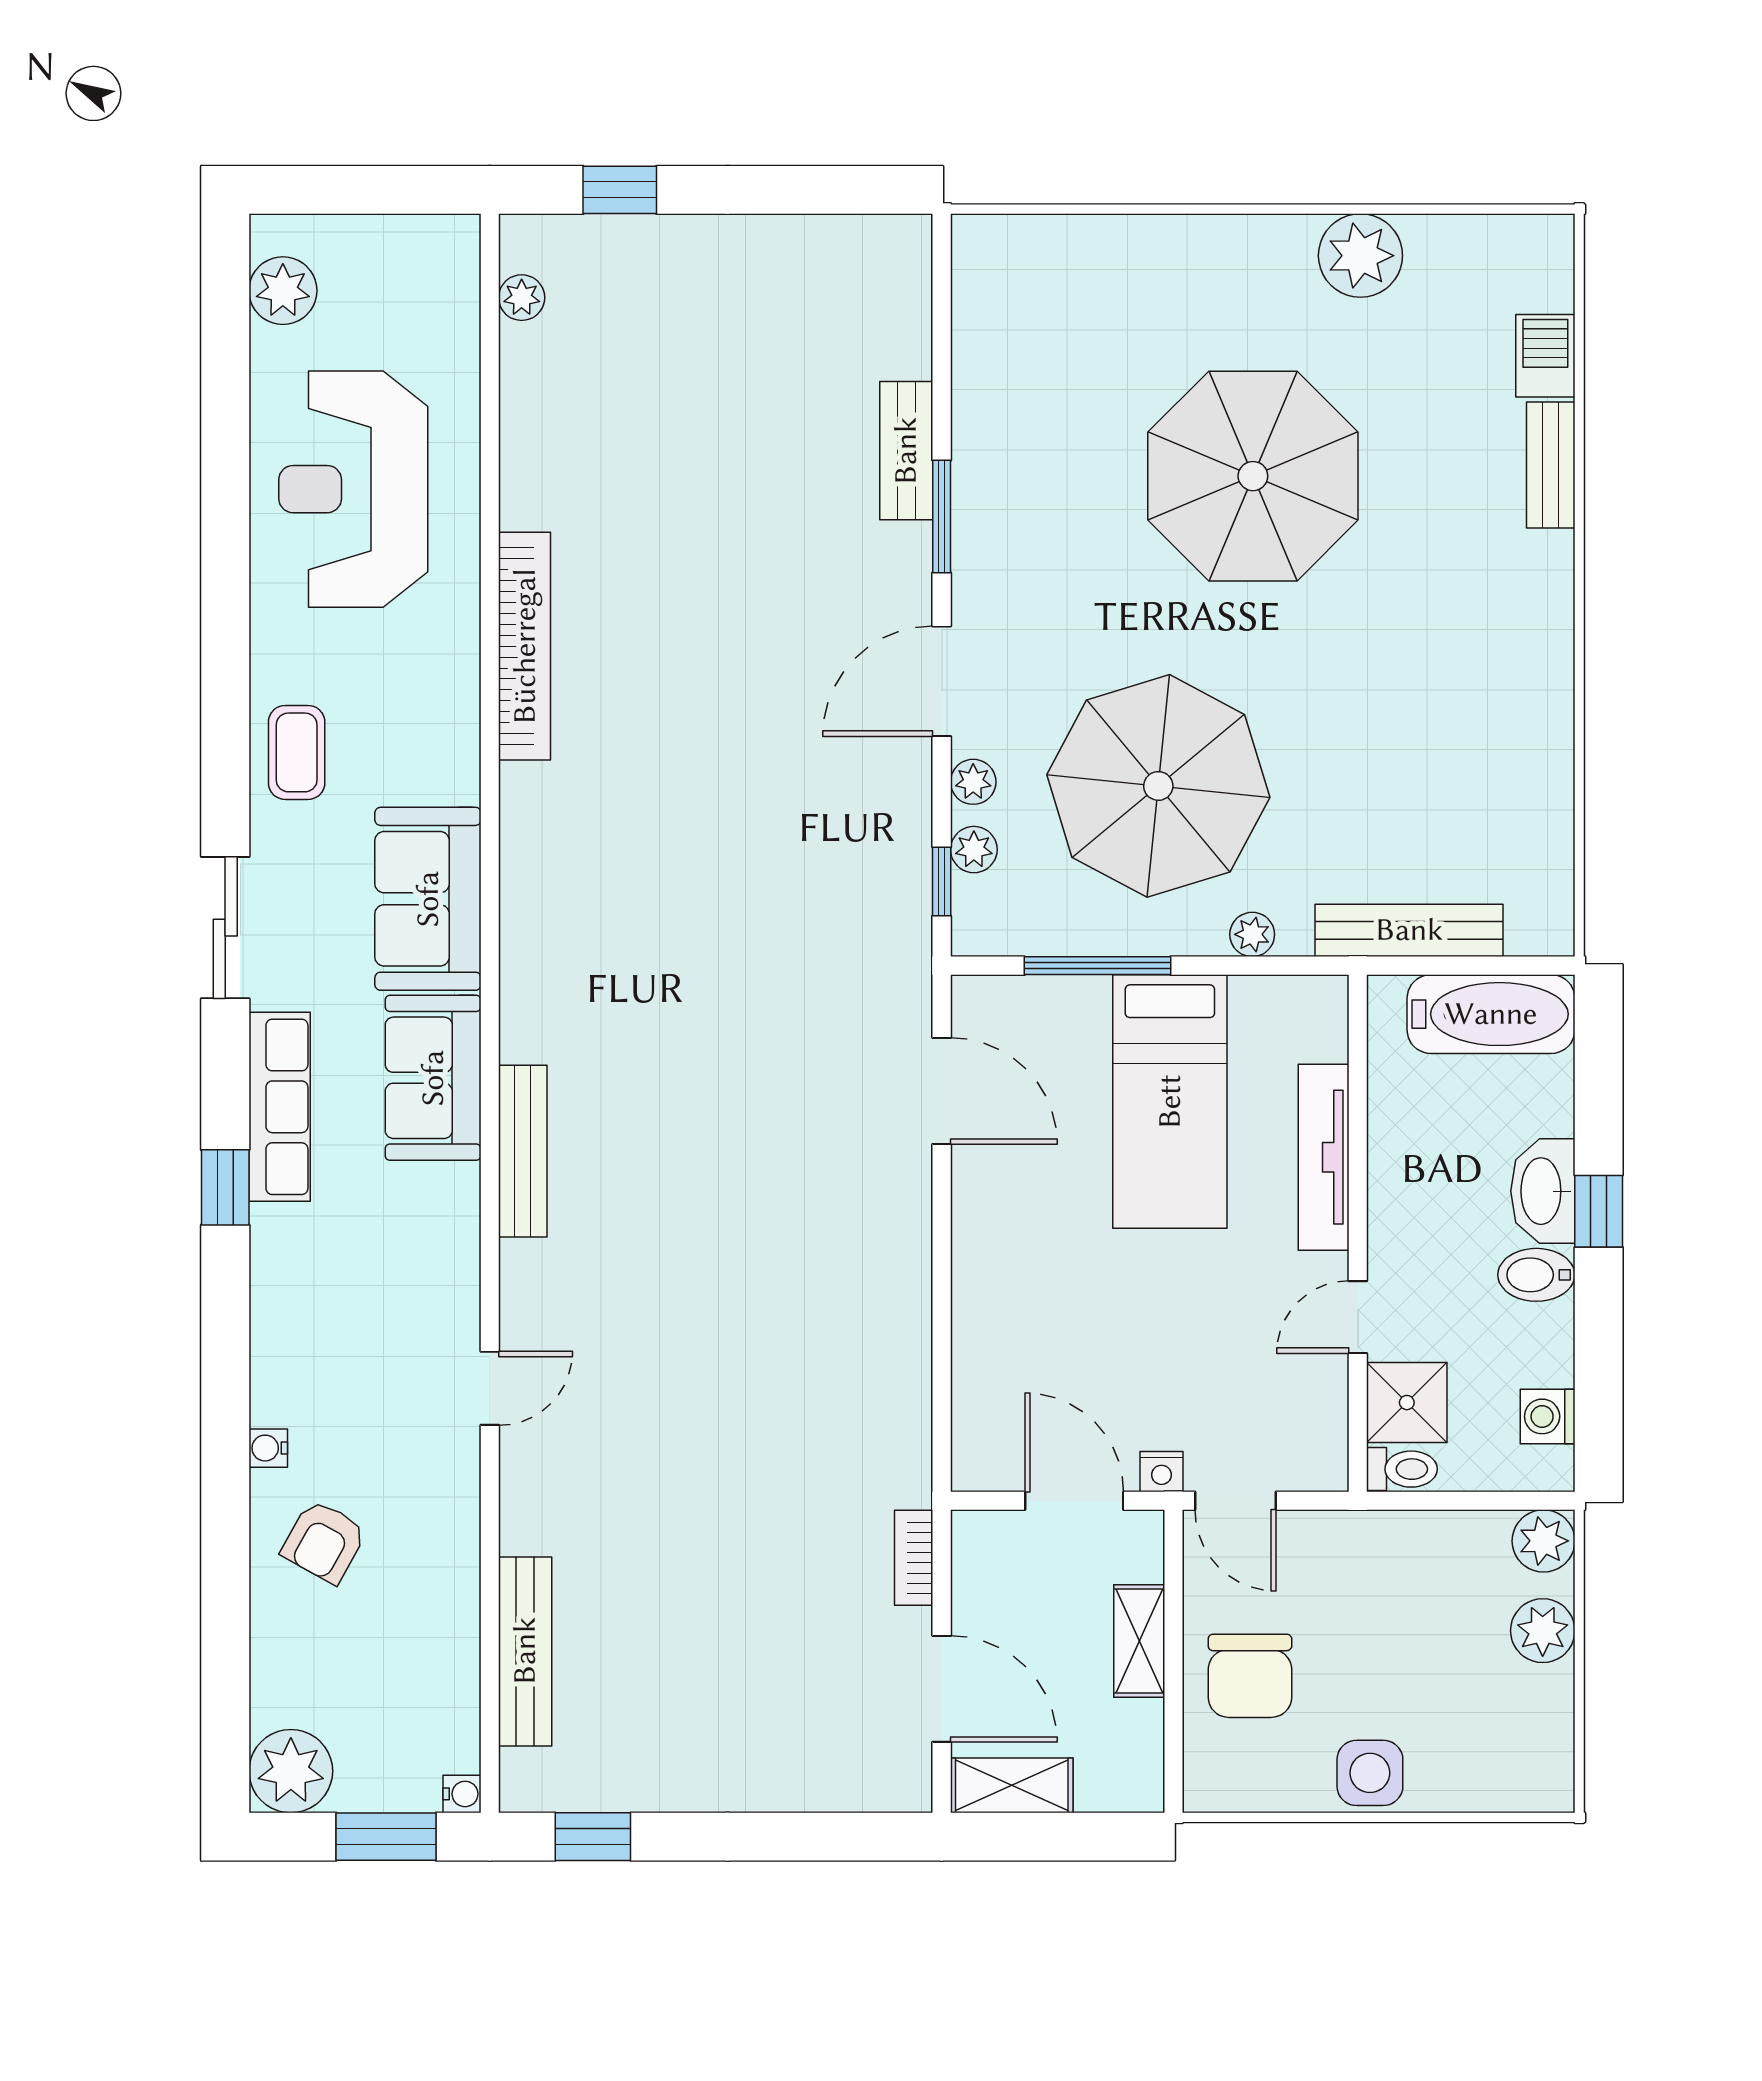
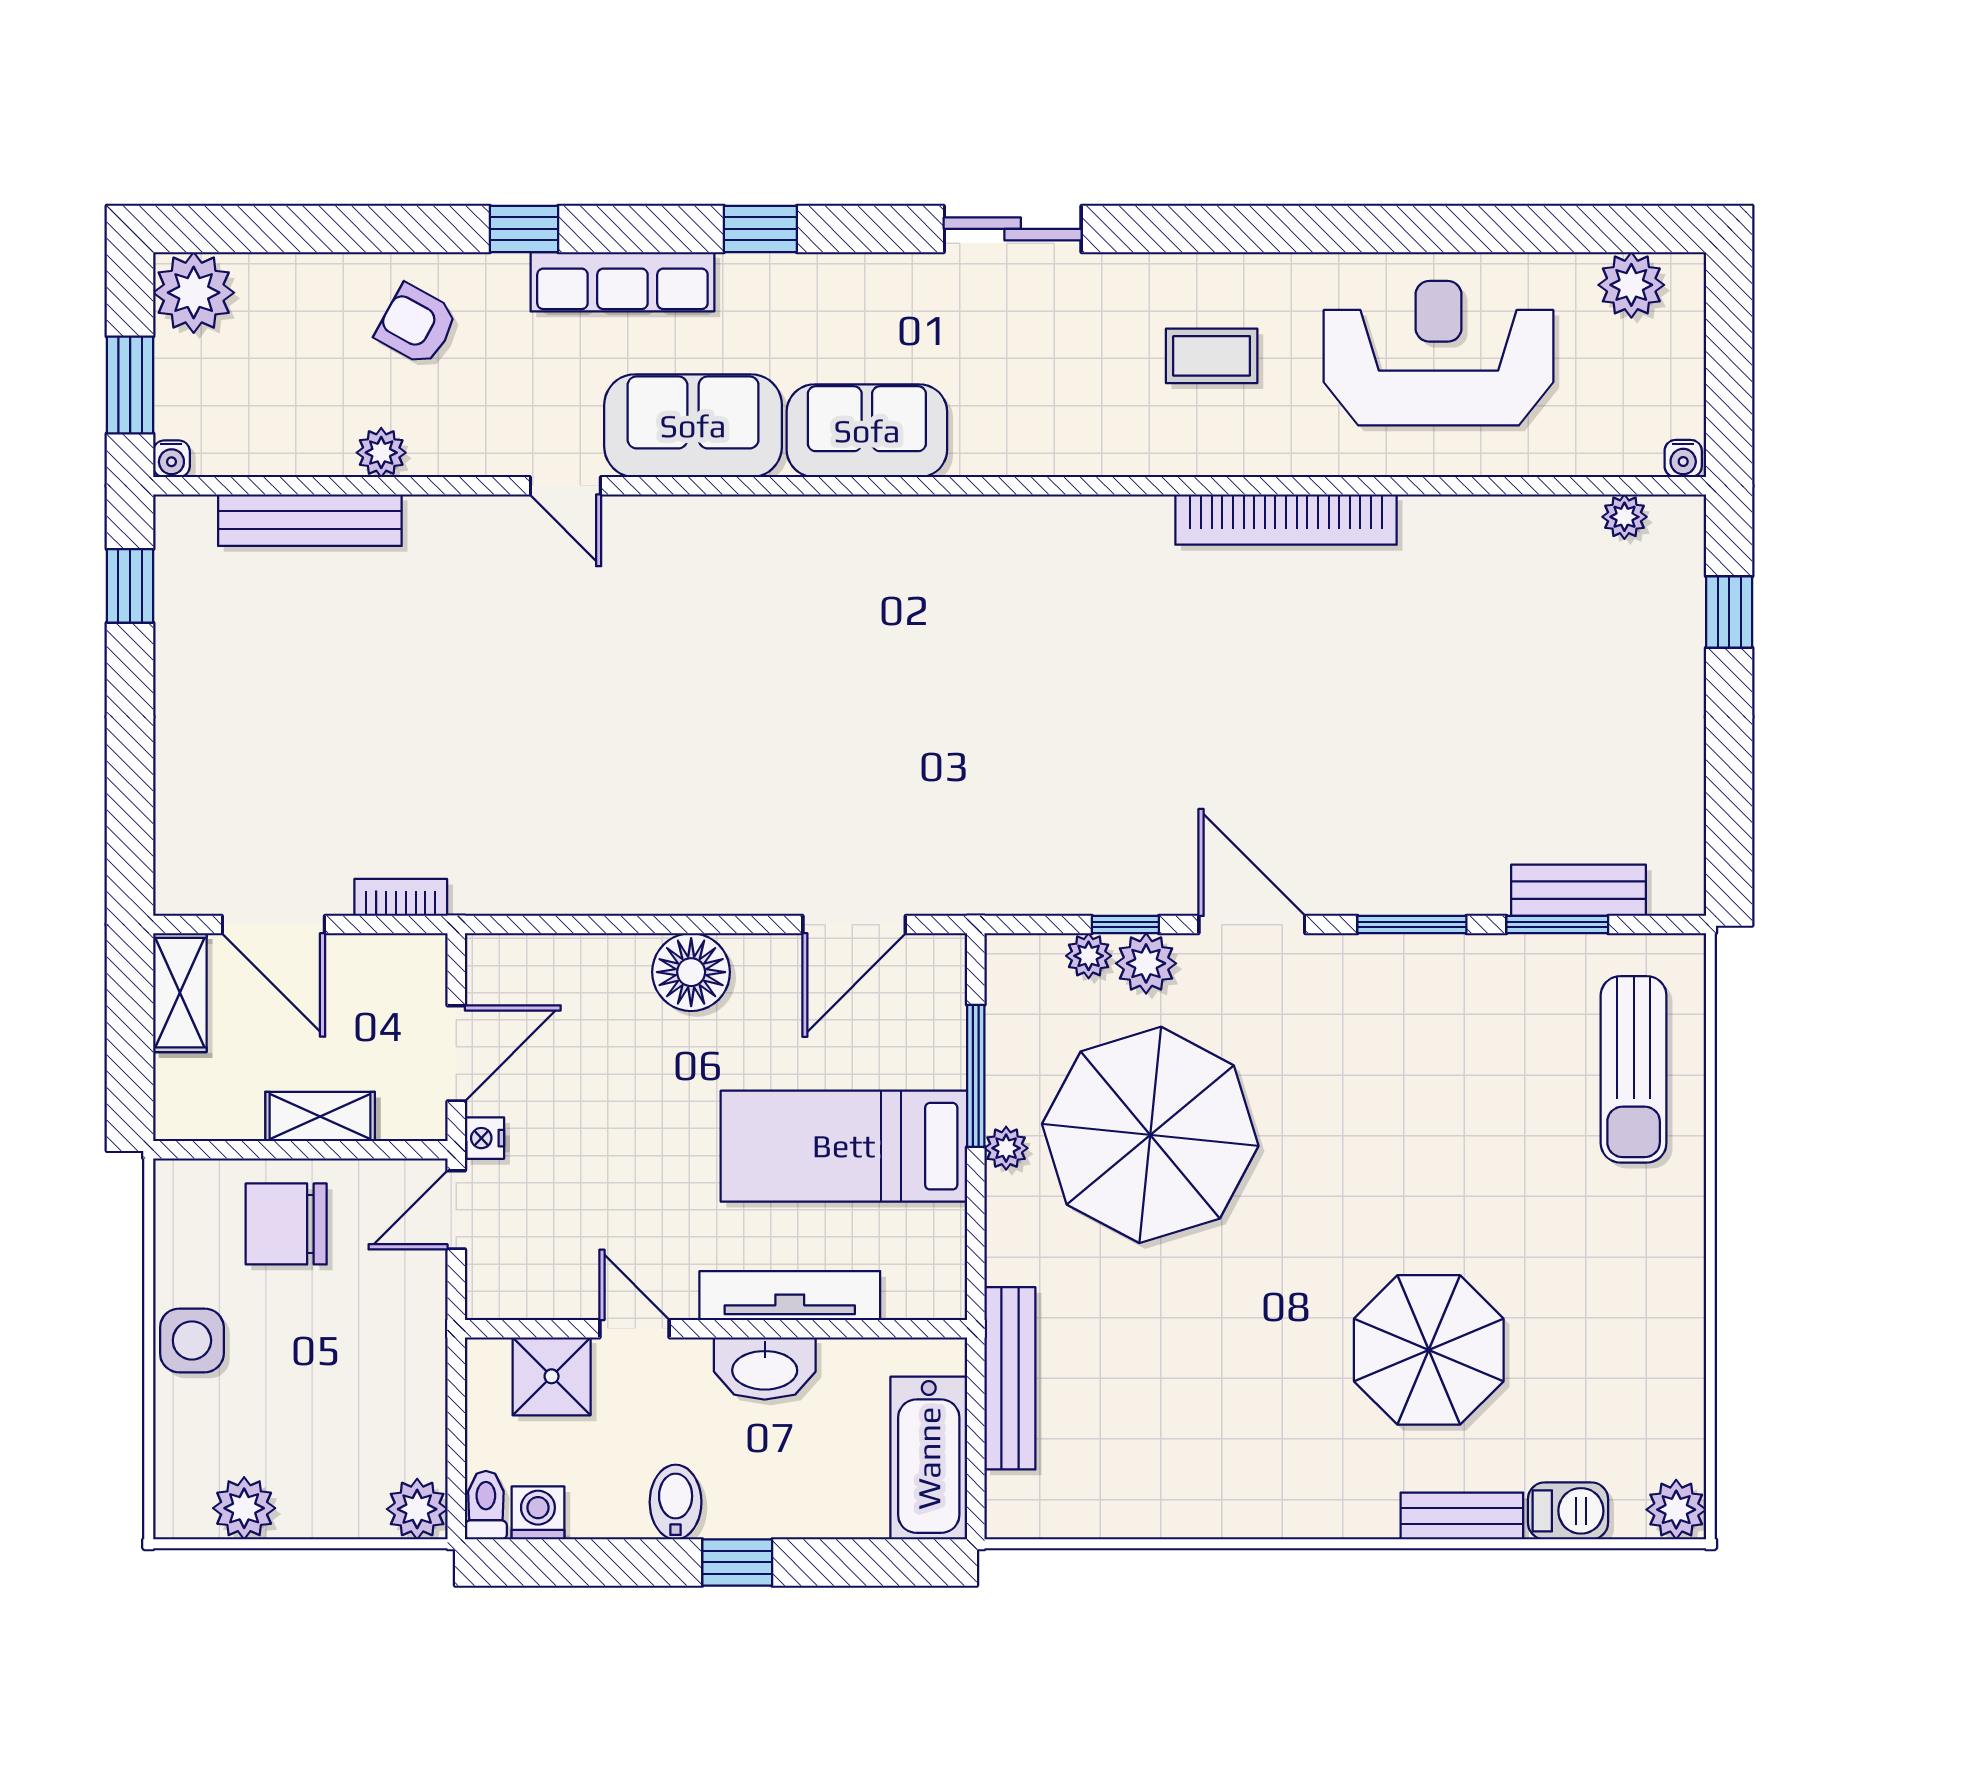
plant: (1360, 256) -> (1676, 1510), moved, width x0.73, depth x0.73
sun lounger: (1091, 288) -> (1634, 1069), added
window: (942, 367) -> (1557, 925), added
bench: (906, 451) -> (1578, 890), moved
parasol: (1253, 476) -> (1429, 1350), moved, width x0.73, depth x0.73
coffee table: (297, 752) -> (1212, 356), moved
plant: (973, 782) -> (1146, 963), width x1.38, depth x1.38
window: (942, 881) -> (1125, 925), moved
sofa: (428, 899) -> (693, 426), moved
plant: (1252, 934) -> (1006, 1148), moved
row of seats: (280, 1107) -> (622, 282), moved
bench: (523, 1151) -> (796, 518), removed
washbasin: (1543, 1191) -> (765, 1368), moved, turned 180
floor lamp: (991, 1259) -> (691, 972), added
window: (225, 1431) -> (524, 229), added
water cooler: (268, 1448) -> (1683, 459), moved, turned 180
toilet: (1402, 1469) -> (486, 1505), moved, turned 180
plant: (456, 1578) -> (381, 453), added
plant: (1543, 1631) -> (244, 1508), moved
door: (942, 1689) -> (273, 925), hinge flipped

